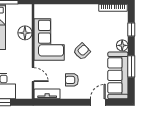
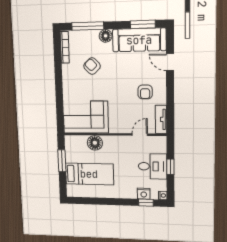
window: (131, 29) -> (88, 26), width x2.17
corner sofa: (49, 39) -> (86, 117), moved
armchair: (82, 51) -> (92, 66), moved
window: (131, 66) -> (143, 24), moved

